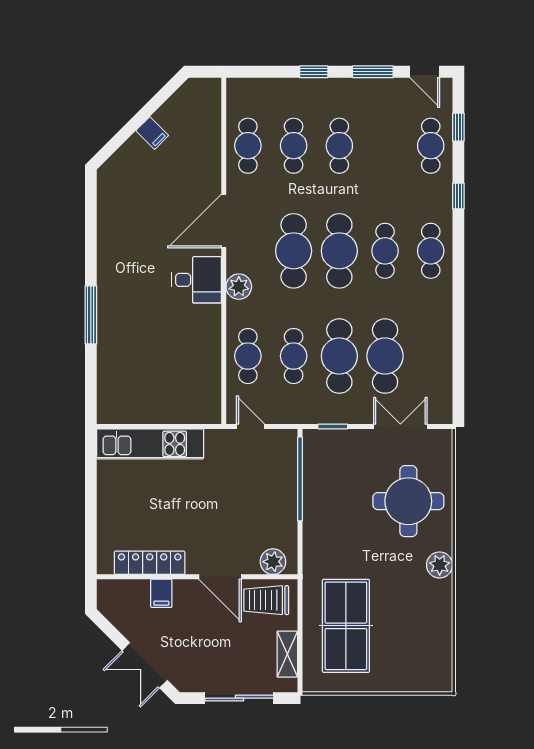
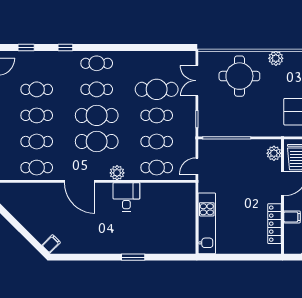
filing cabinet: (152, 133) -> (51, 244), moved
cafe table: (431, 146) -> (37, 89), moved
desk: (197, 280) -> (126, 197), moved
window: (91, 315) -> (133, 257), width x0.69
cafe table: (339, 356) -> (157, 115), width x0.73, depth x0.74

